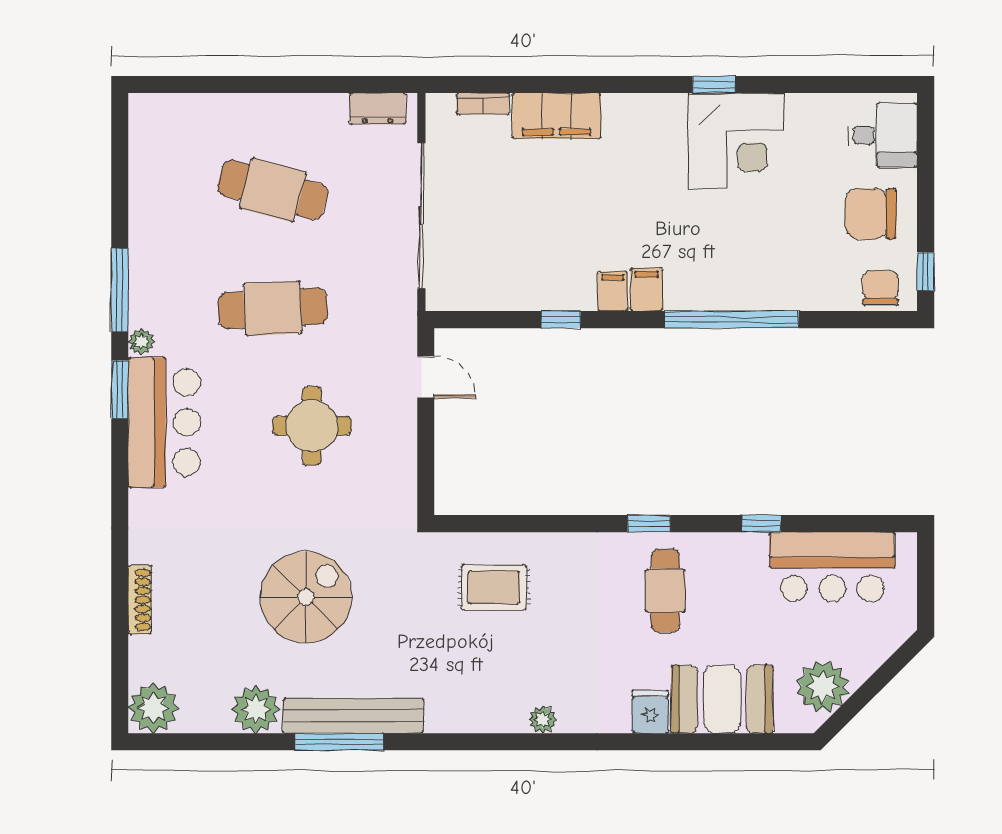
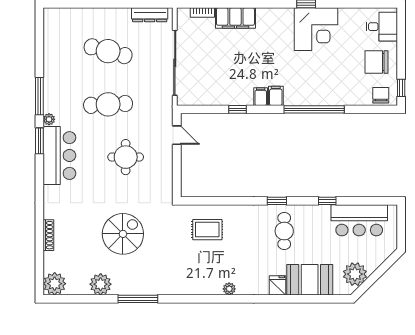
dresser: (378, 109) -> (150, 15), width x1.44
bench: (353, 716) -> (144, 287), removed

